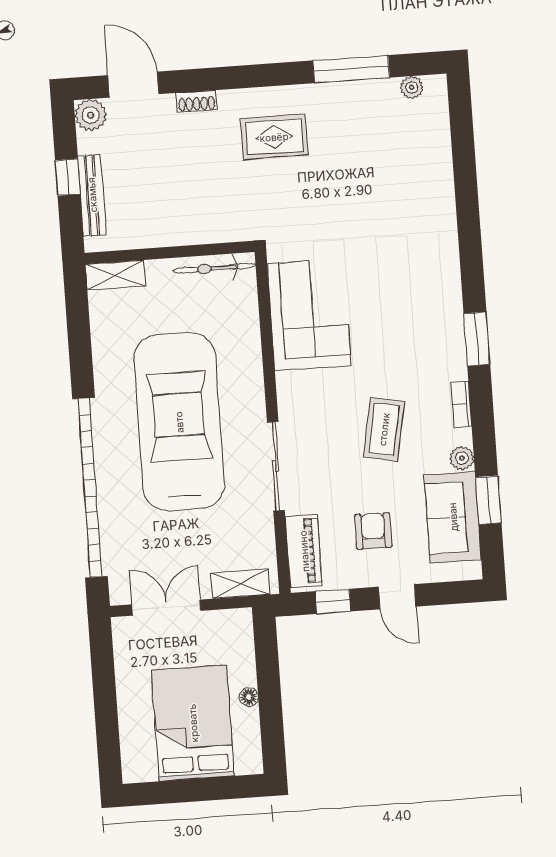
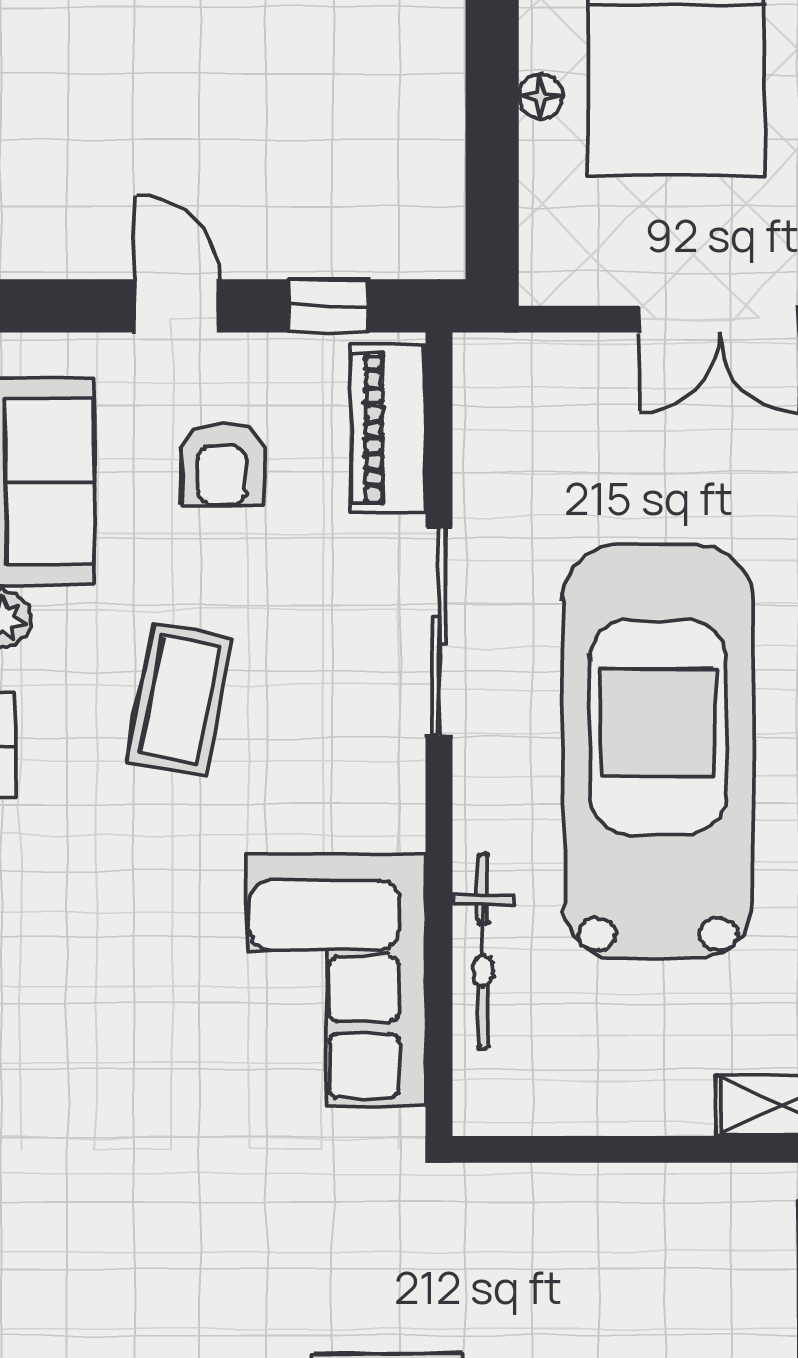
bicycle: (214, 268) -> (483, 951), moved, turned 90
car: (179, 422) -> (658, 752), turned 180
shelving: (241, 584) -> (541, 363), removed

